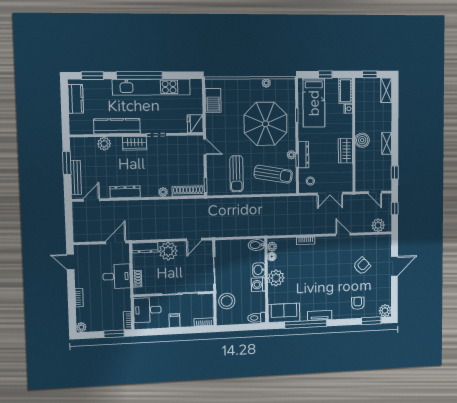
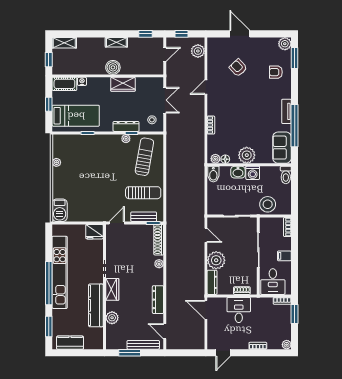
barbecue: (213, 100) -> (60, 210), moved, turned 90
parasol: (265, 124) -> (96, 164), removed
bench: (212, 175) -> (144, 217), added

